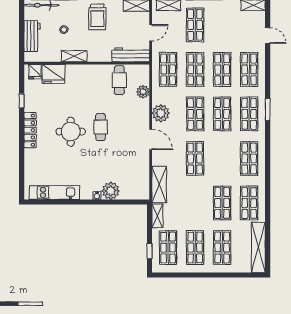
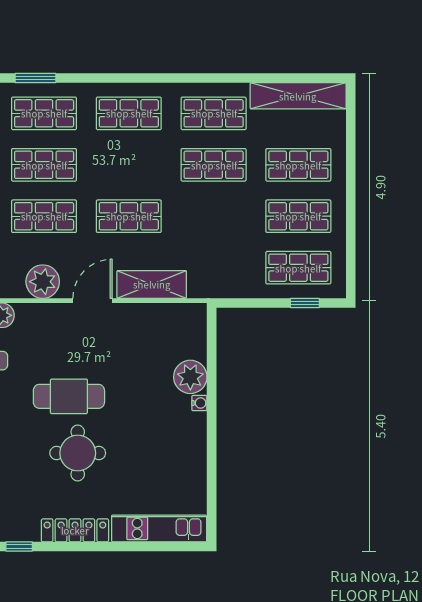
cafe table: (100, 127) -> (69, 396), width x1.37, depth x1.35
shelving: (159, 185) -> (152, 284), moved
kitchen unit: (55, 192) -> (159, 528), moved, turned 90
shelving: (157, 216) -> (238, 288), removed

